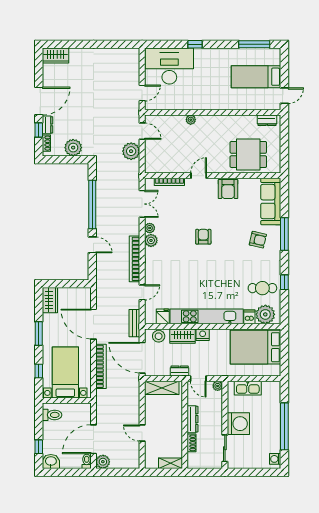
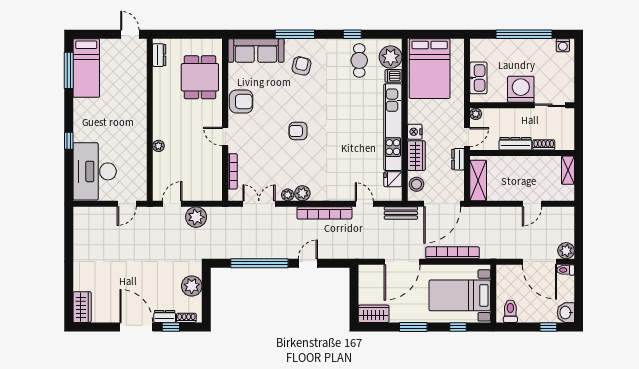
bed: (256, 77) -> (86, 68), moved
door: (142, 93) -> (127, 204), swing flipped

